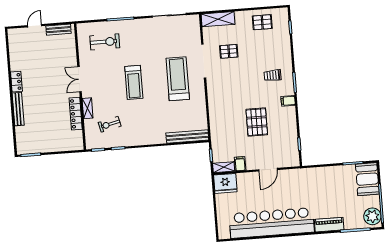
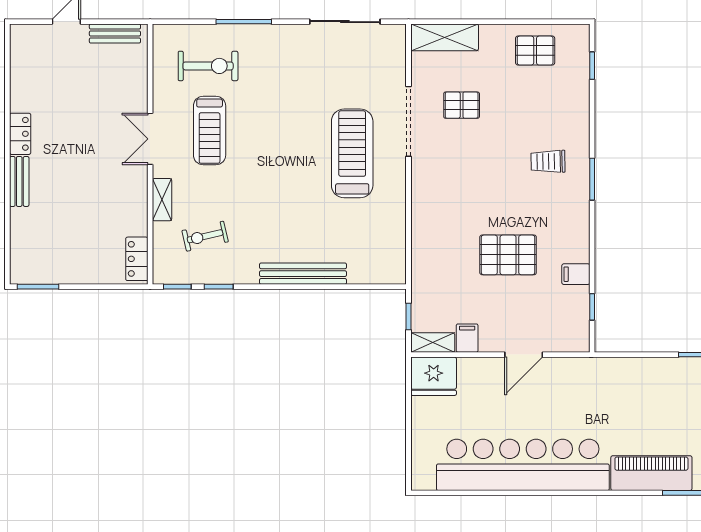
treadmill: (134, 82) -> (210, 130), moved
filing cabinet: (288, 101) -> (576, 274), moved
bench: (18, 109) -> (19, 181), width x0.73
locker: (76, 114) -> (137, 259), moved, width x0.66
pallet: (257, 122) -> (508, 255), turned 90
bench: (187, 136) -> (303, 274), moved
piano: (329, 225) -> (651, 473), width x1.37, depth x1.33

